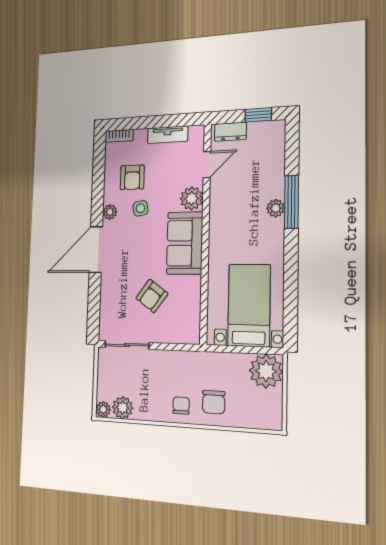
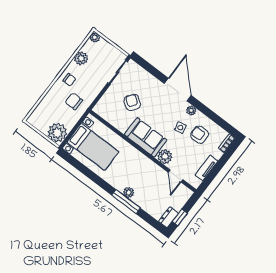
dresser: (230, 132) -> (169, 217), moved
chair: (214, 402) -> (74, 101), moved
plant: (123, 408) -> (81, 58), moved

